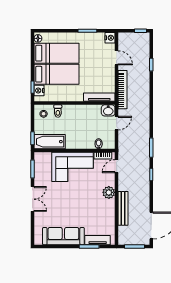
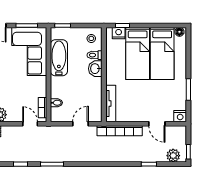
plant: (144, 44) -> (173, 156), added
door: (117, 58) -> (157, 124), hinge flipped
washbasin: (108, 110) -> (95, 69), moved
door: (117, 123) -> (80, 124), swing flipped
bathtub: (50, 142) -> (59, 58), moved
corner sofa: (72, 167) -> (29, 52), moved

